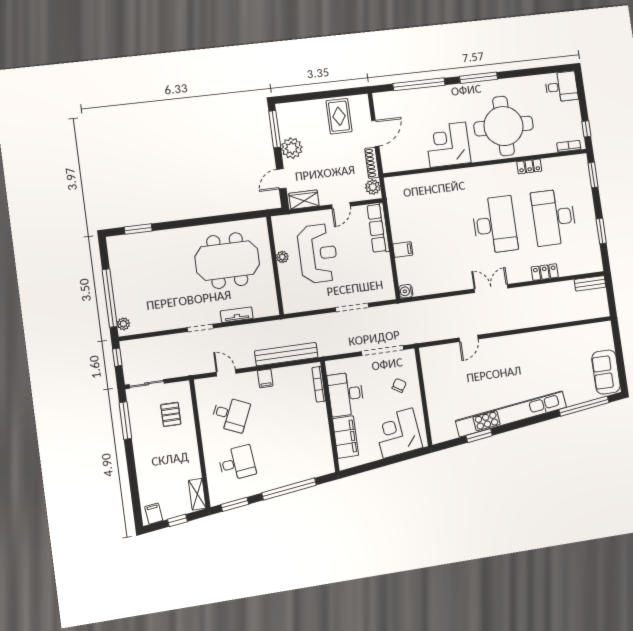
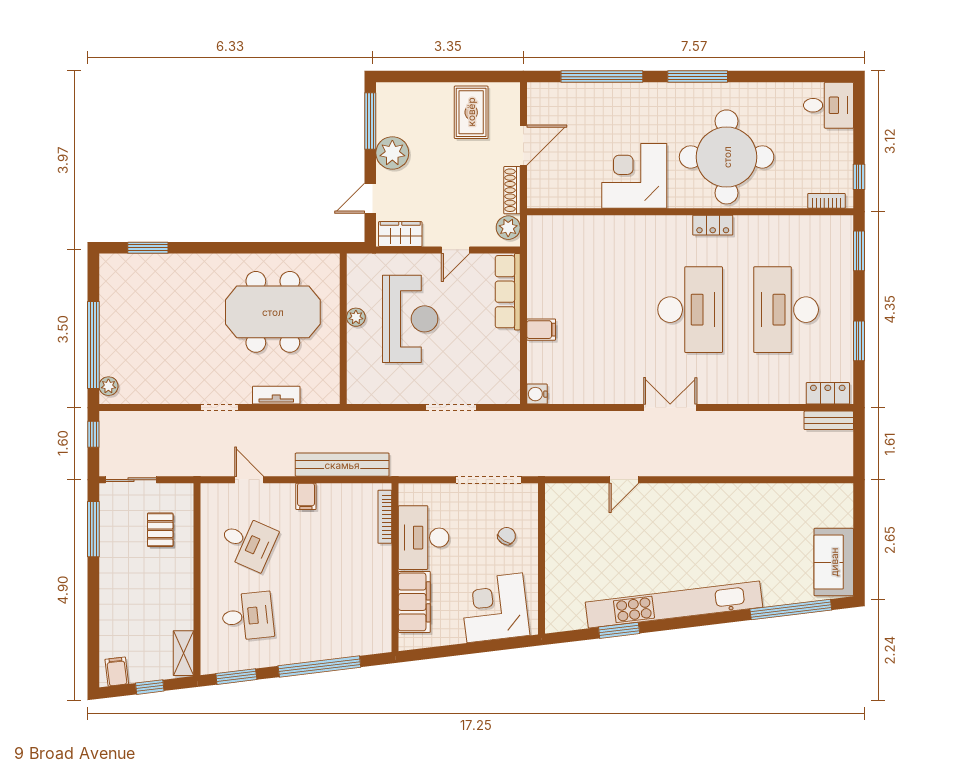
locker: (529, 166) -> (713, 225), moved
locker: (545, 272) -> (828, 393), moved

